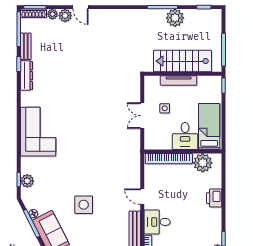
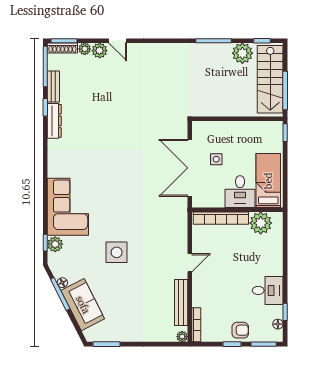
plant: (175, 18) -> (242, 53), moved
stairs: (183, 61) -> (270, 79), moved, turned -90
tv unit: (179, 81) -> (232, 127), removed
double door: (142, 116) -> (190, 168), width x1.87
corner sofa: (38, 132) -> (68, 207), moved
door: (142, 197) -> (190, 263), swing flipped
printer: (214, 198) -> (274, 264), removed
side table: (84, 205) -> (117, 252), moved
desk: (157, 222) -> (268, 290), moved, turned 180

